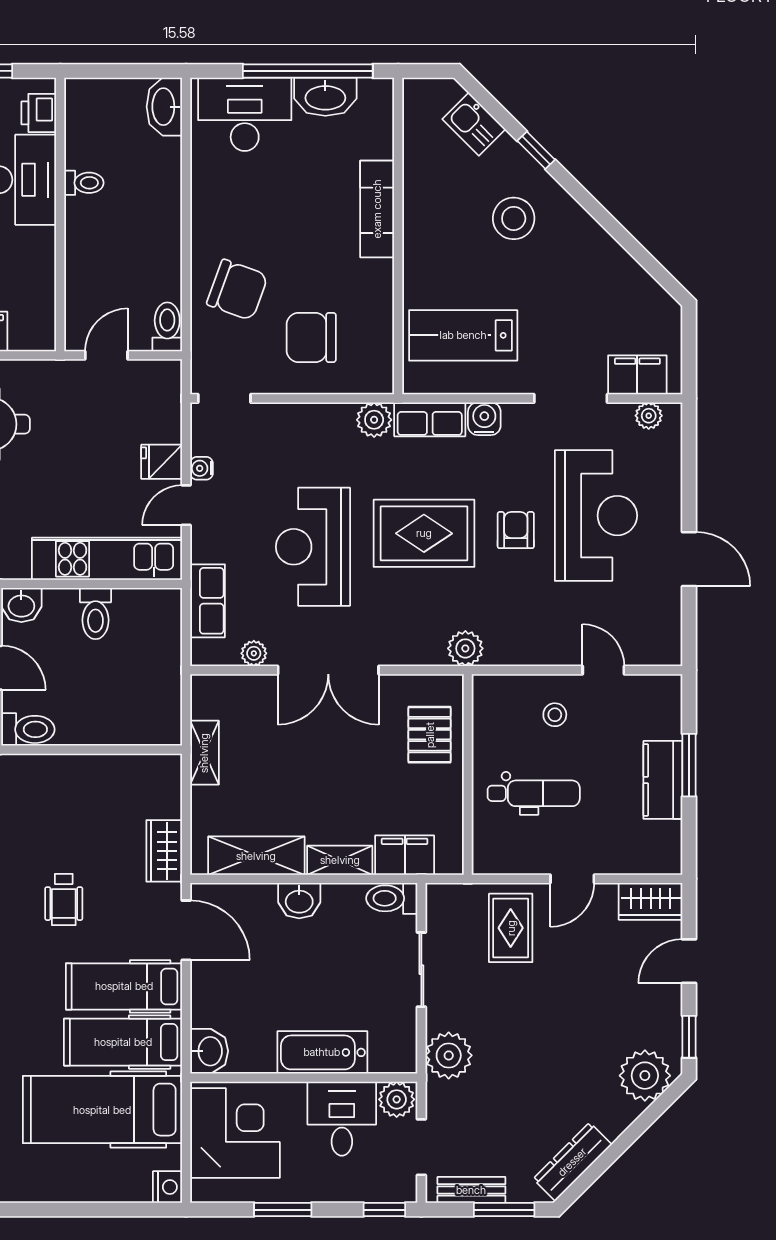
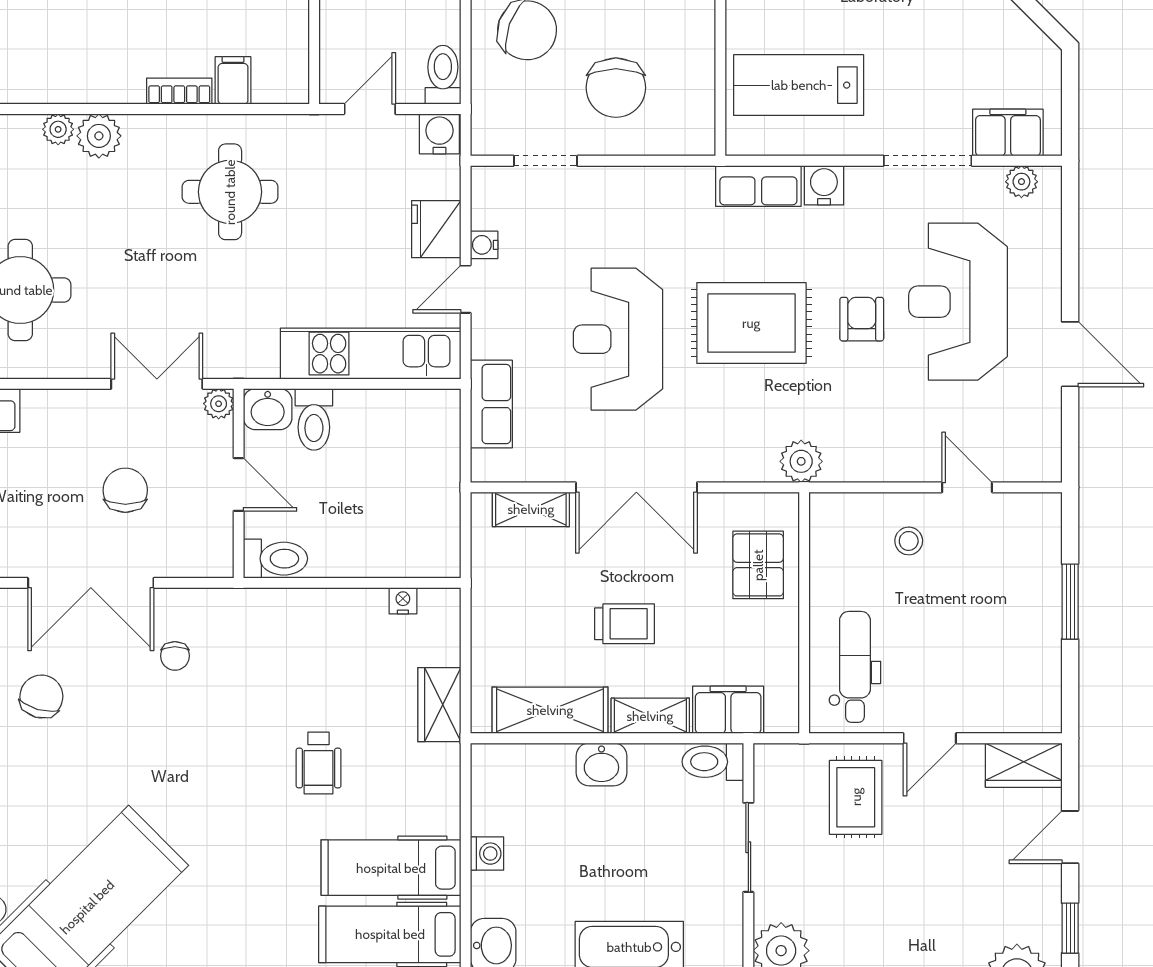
chair: (311, 337) -> (616, 88), turned -90
water cooler: (164, 376) -> (439, 134), added
doorway: (224, 398) -> (545, 161), moved
plant: (374, 420) -> (691, 187), removed
fridge: (162, 462) -> (436, 229), width x1.38
reception desk: (596, 516) -> (958, 302), turned 180
toilet: (95, 614) -> (314, 419), moved
plant: (254, 653) -> (547, 467), removed
shelving: (204, 753) -> (531, 509), moved, turned 90
nightstand: (134, 764) -> (403, 601), added
kitchen counter: (663, 780) -> (1039, 619), removed
trolley: (318, 784) -> (624, 624), added
dental chair: (534, 793) -> (855, 667), moved, turned -90
door: (186, 930) -> (466, 800), removed
washing machine: (204, 975) -> (487, 854), added

